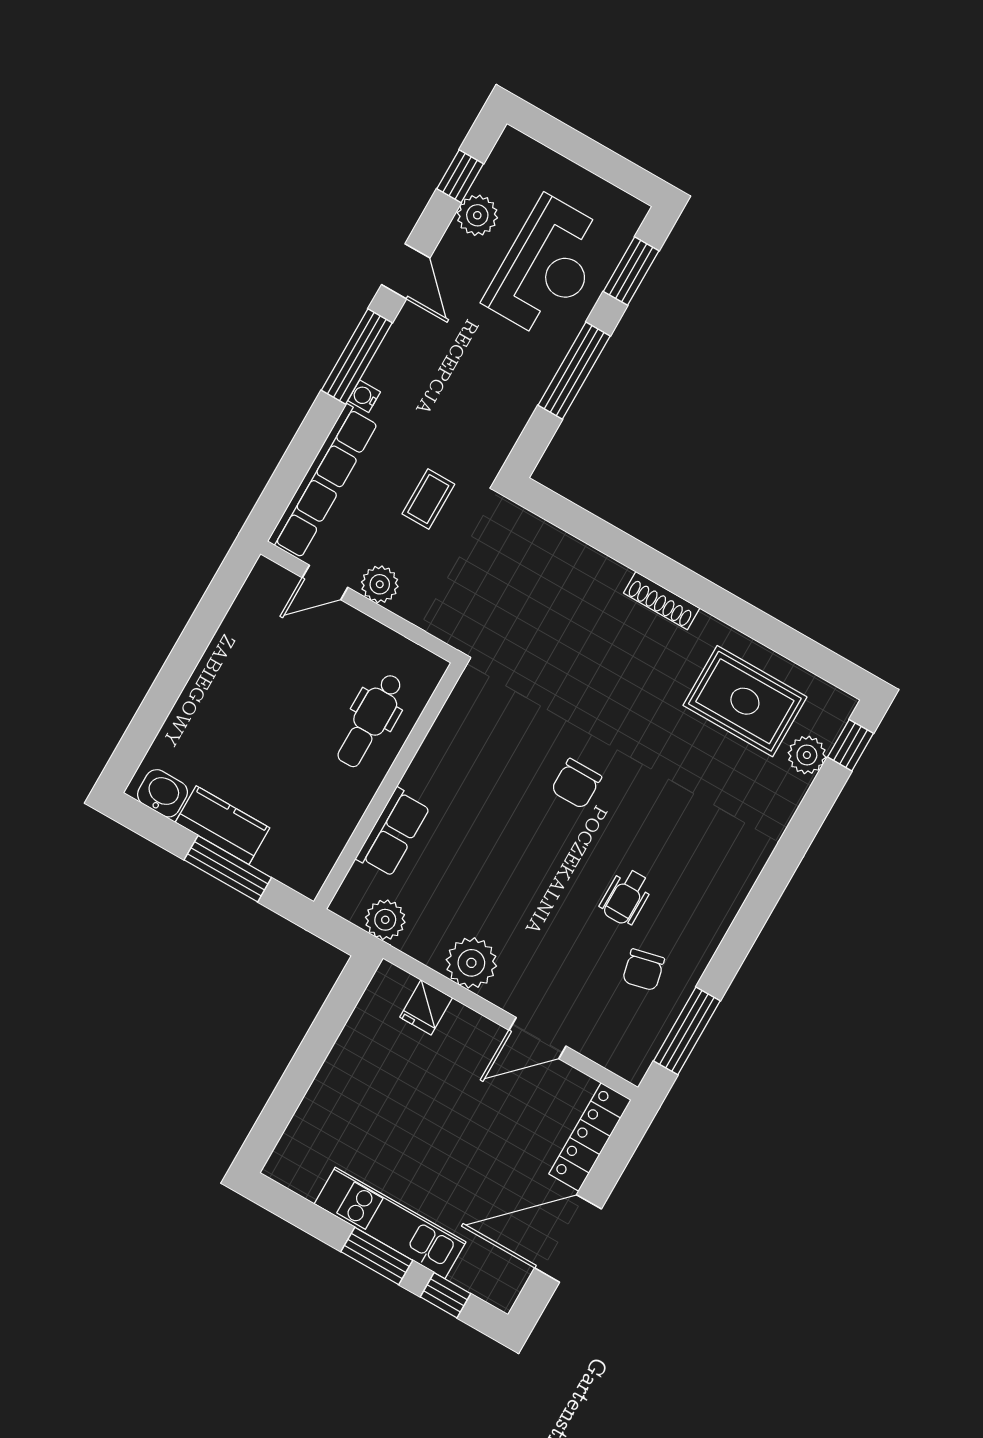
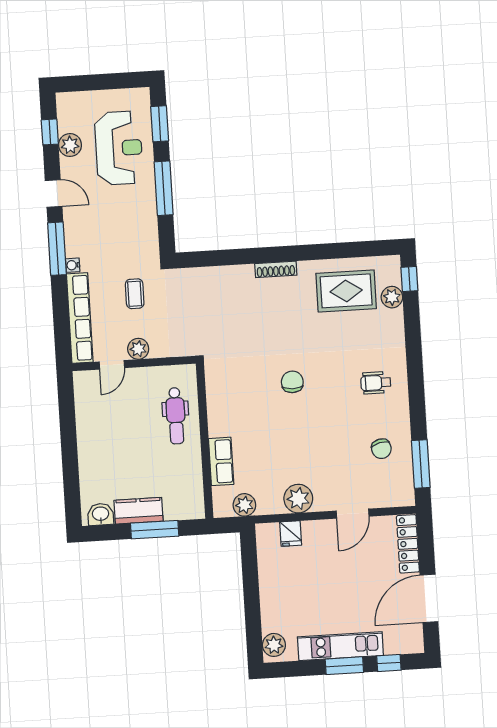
chair: (576, 784) -> (292, 382), turned 180
wheelchair: (626, 897) -> (376, 383), moved, turned 90
plant: (292, 1156) -> (274, 645), added

